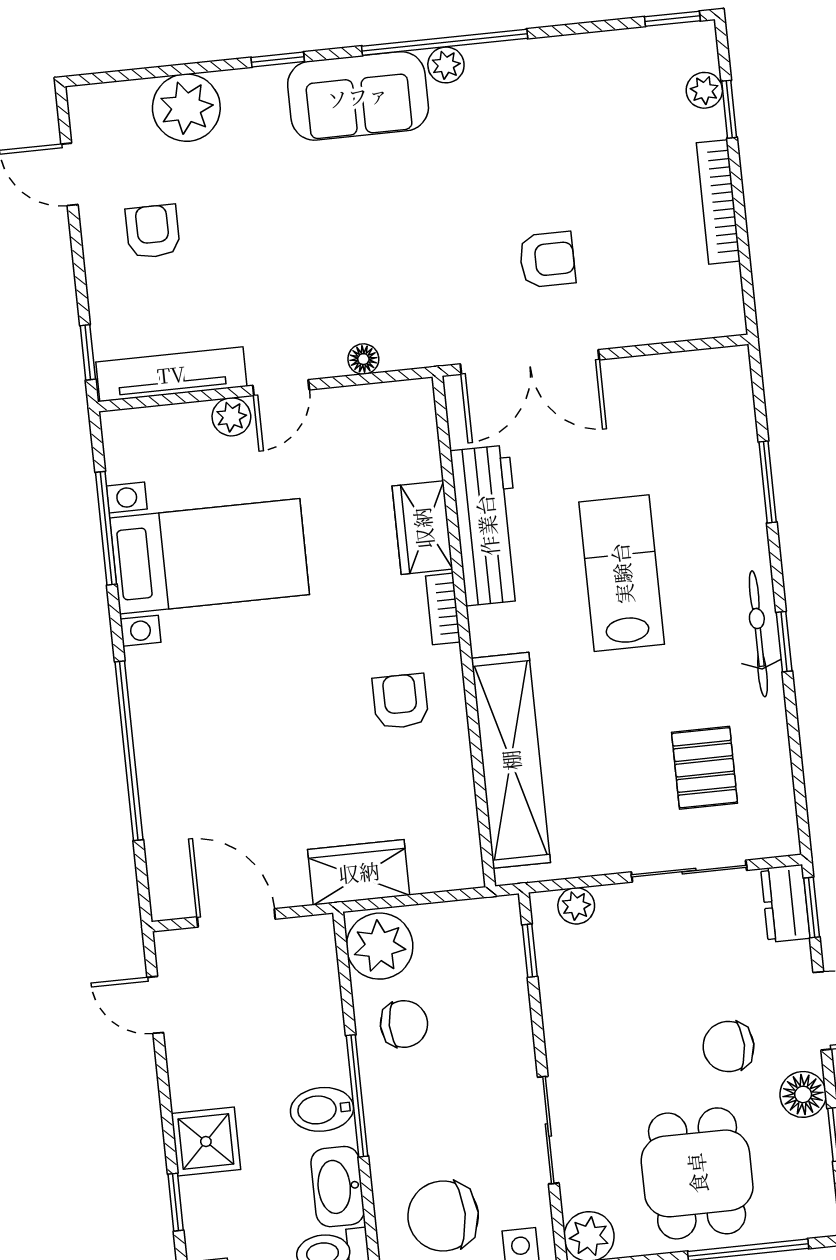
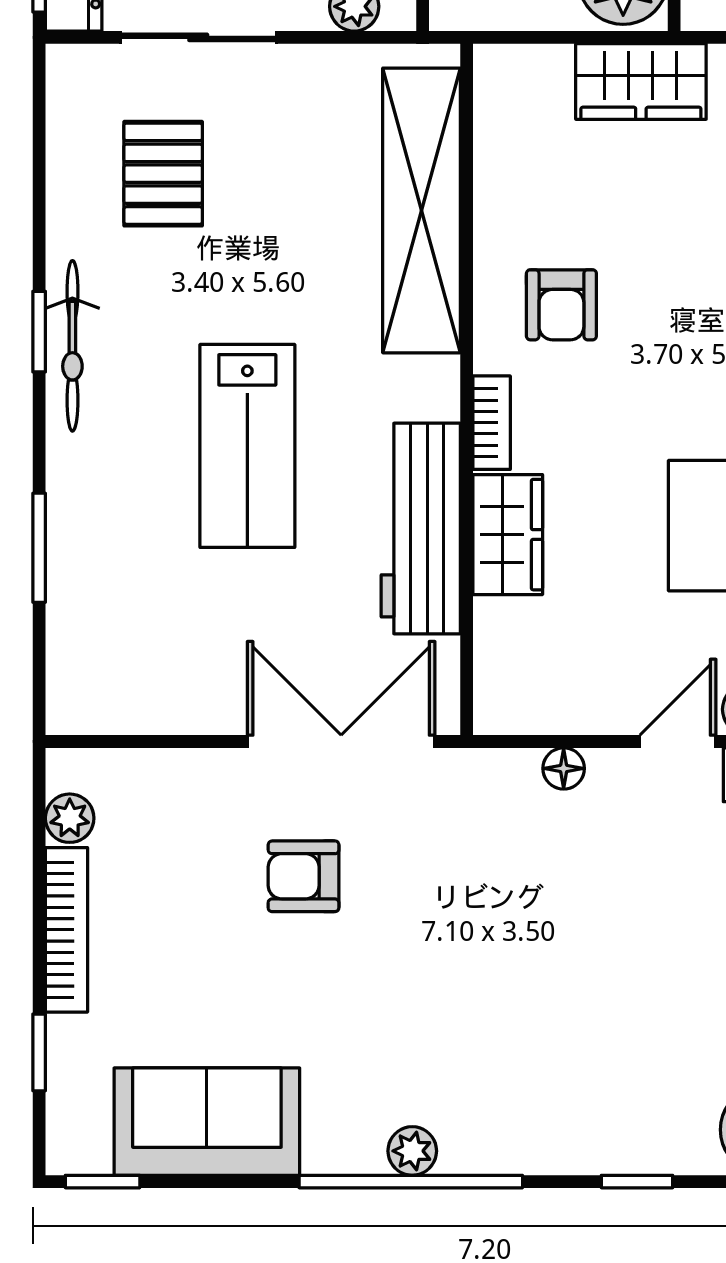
plant: (704, 90) -> (70, 818), moved
sofa: (358, 96) -> (207, 1122), moved

